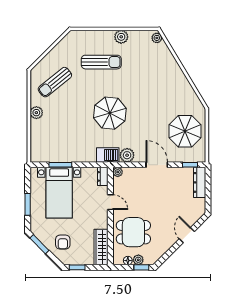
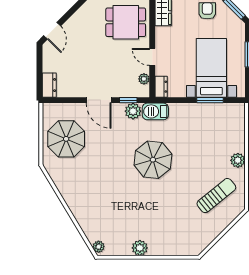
sun lounger: (101, 62) -> (163, 219), removed
window: (190, 165) -> (128, 100), moved
plant: (118, 172) -> (144, 79), moved
dresser: (200, 182) -> (49, 85), width x0.70
door: (187, 235) -> (52, 31), moved

